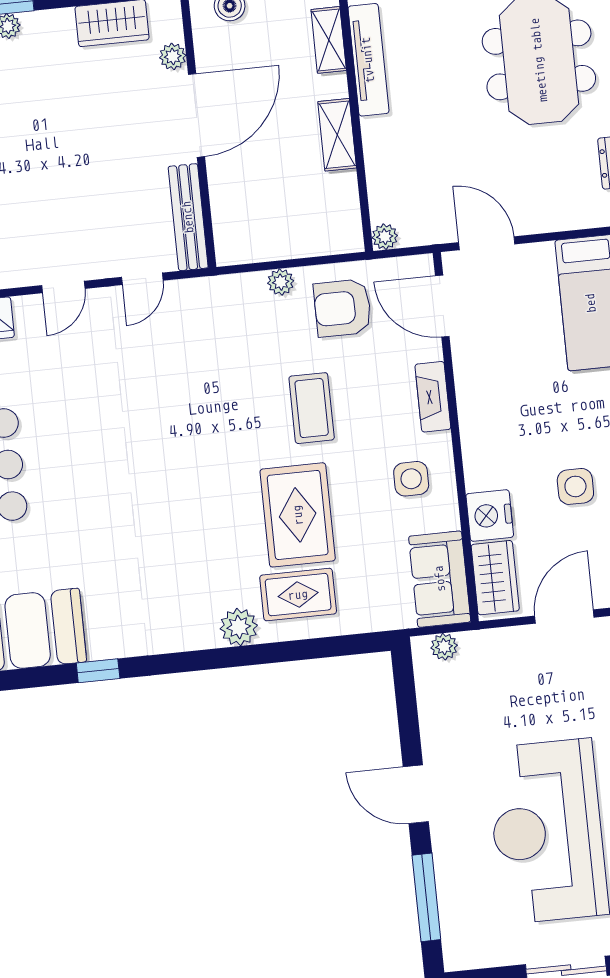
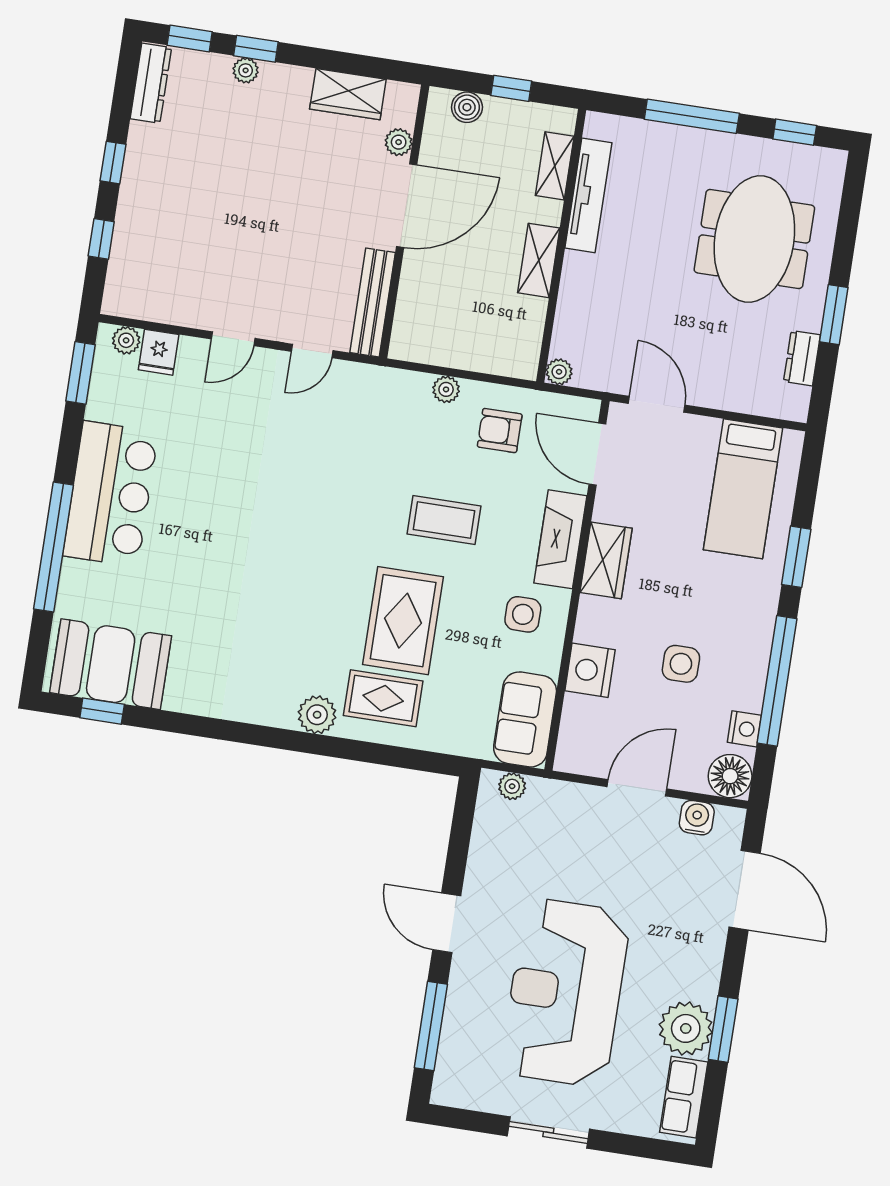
armchair: (343, 308) -> (500, 430), width x0.72, depth x0.72
fireplace: (433, 397) -> (560, 539), width x1.37, depth x1.32
coffee table: (312, 408) -> (444, 520), turned 90
wardrobe: (495, 578) -> (606, 560), moved
window: (98, 671) -> (102, 711), moved

